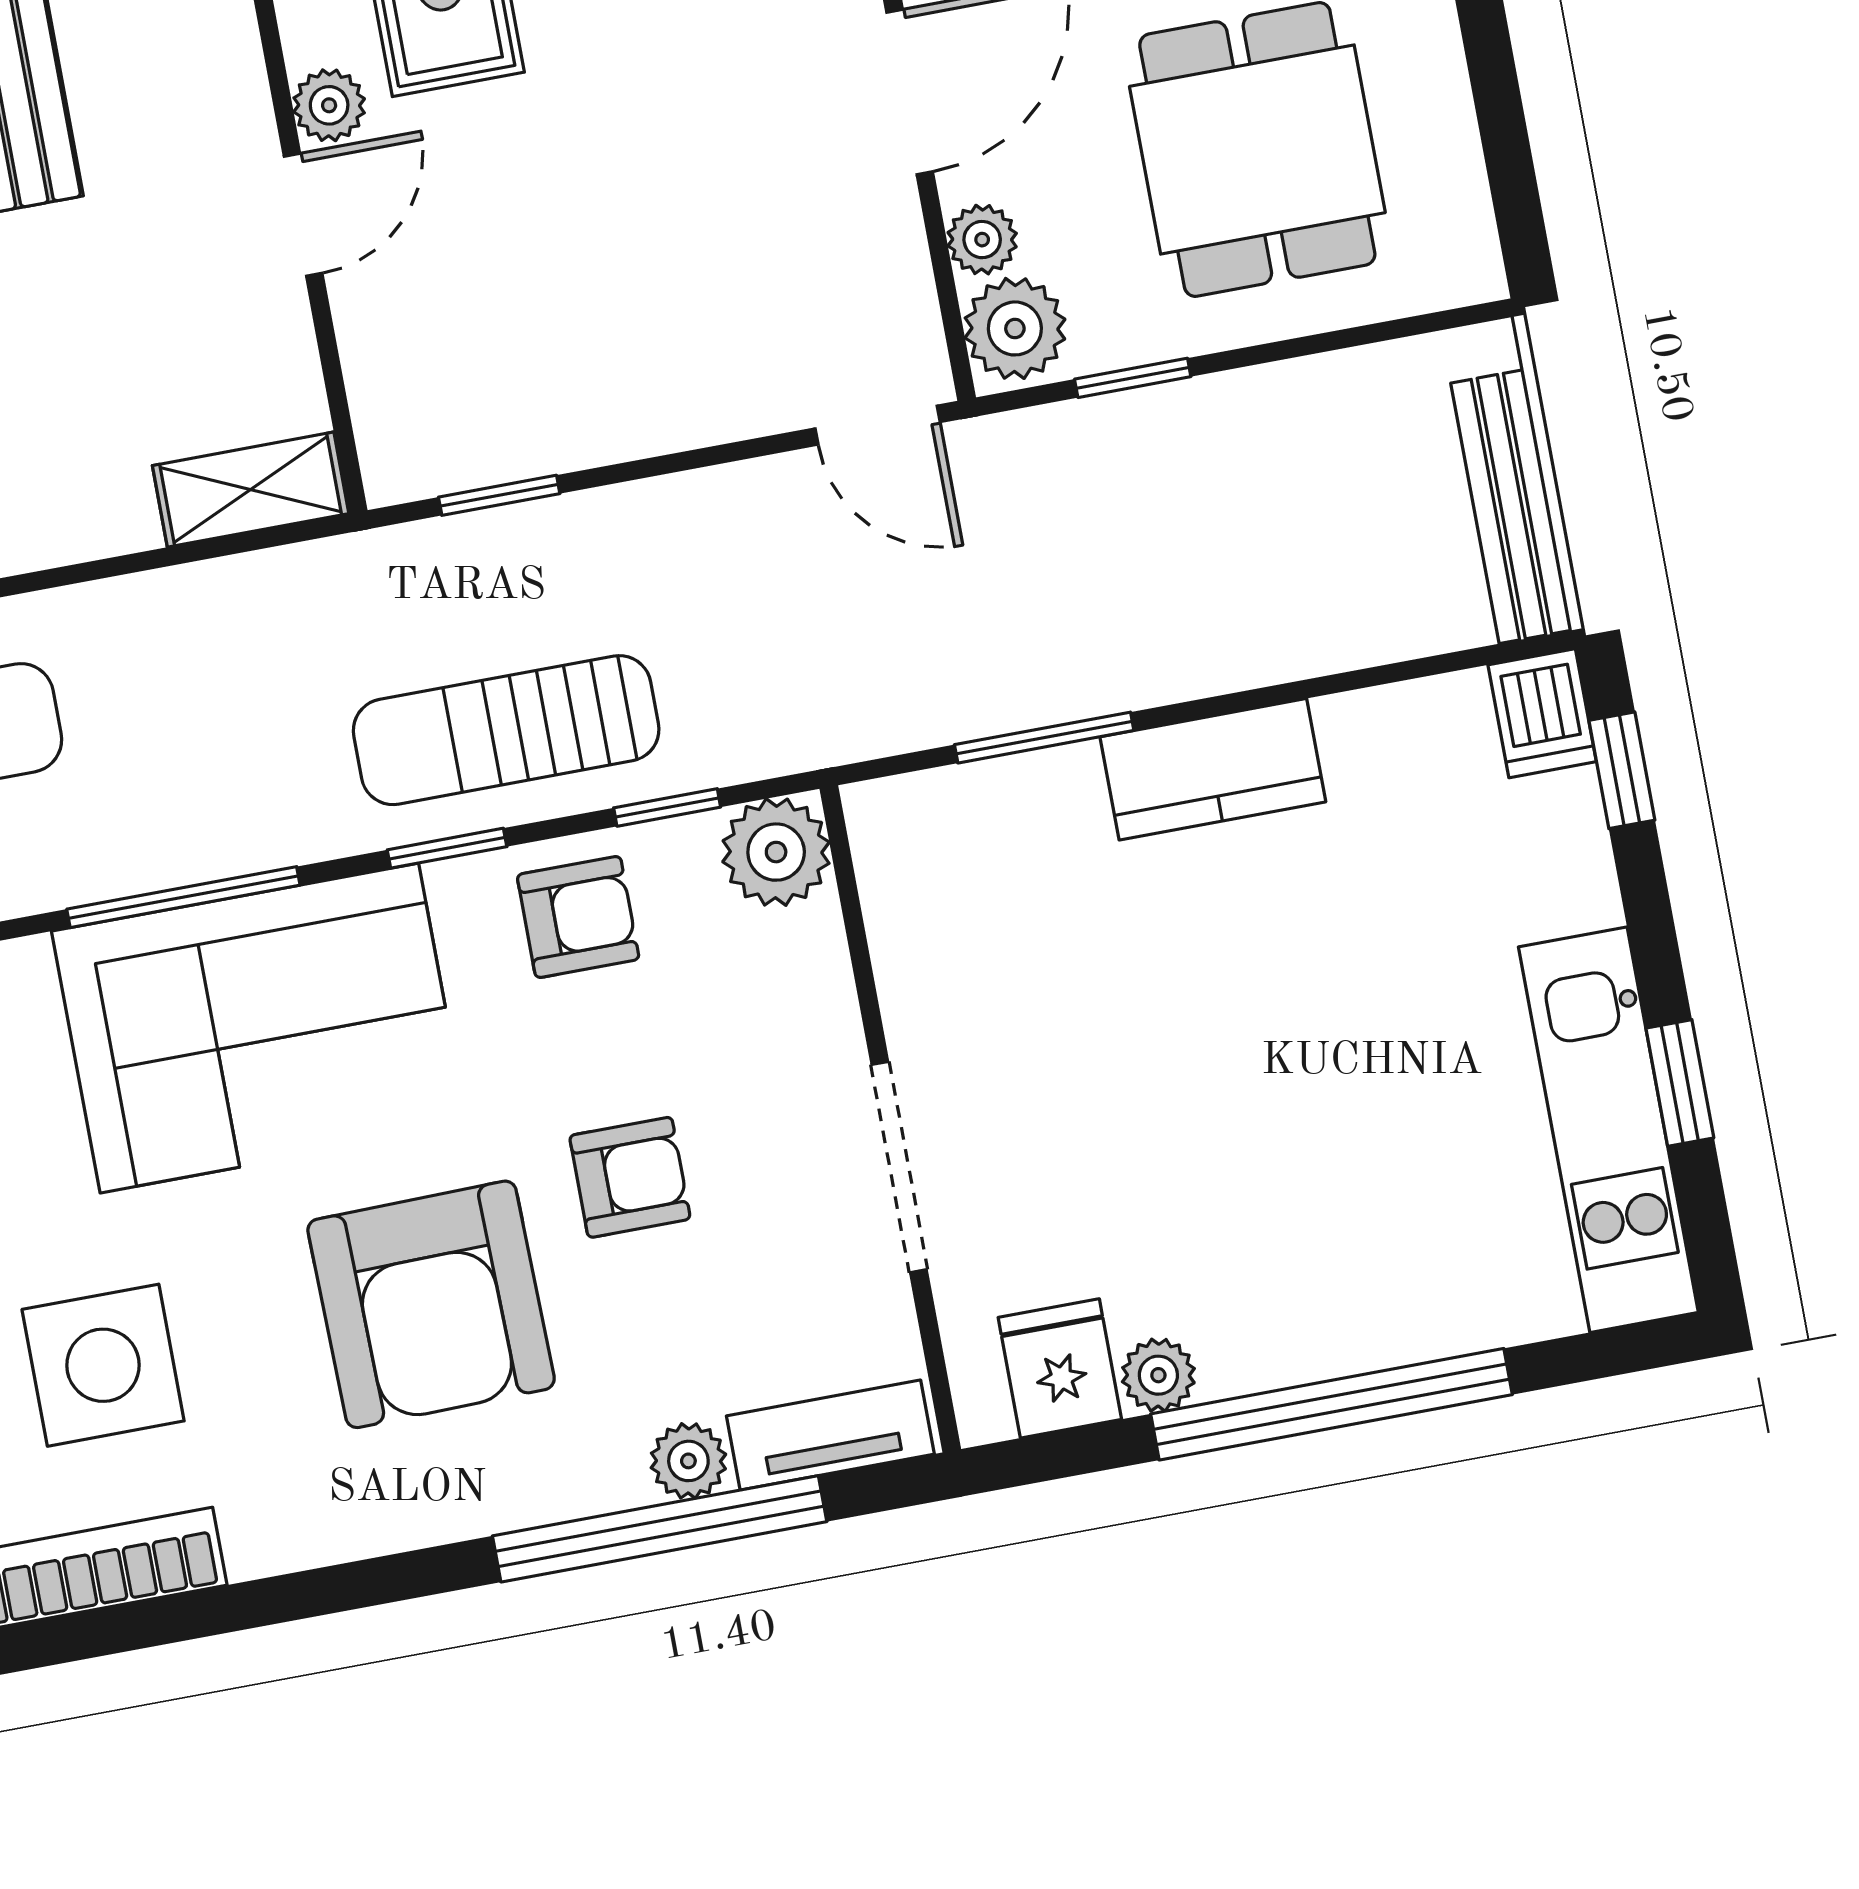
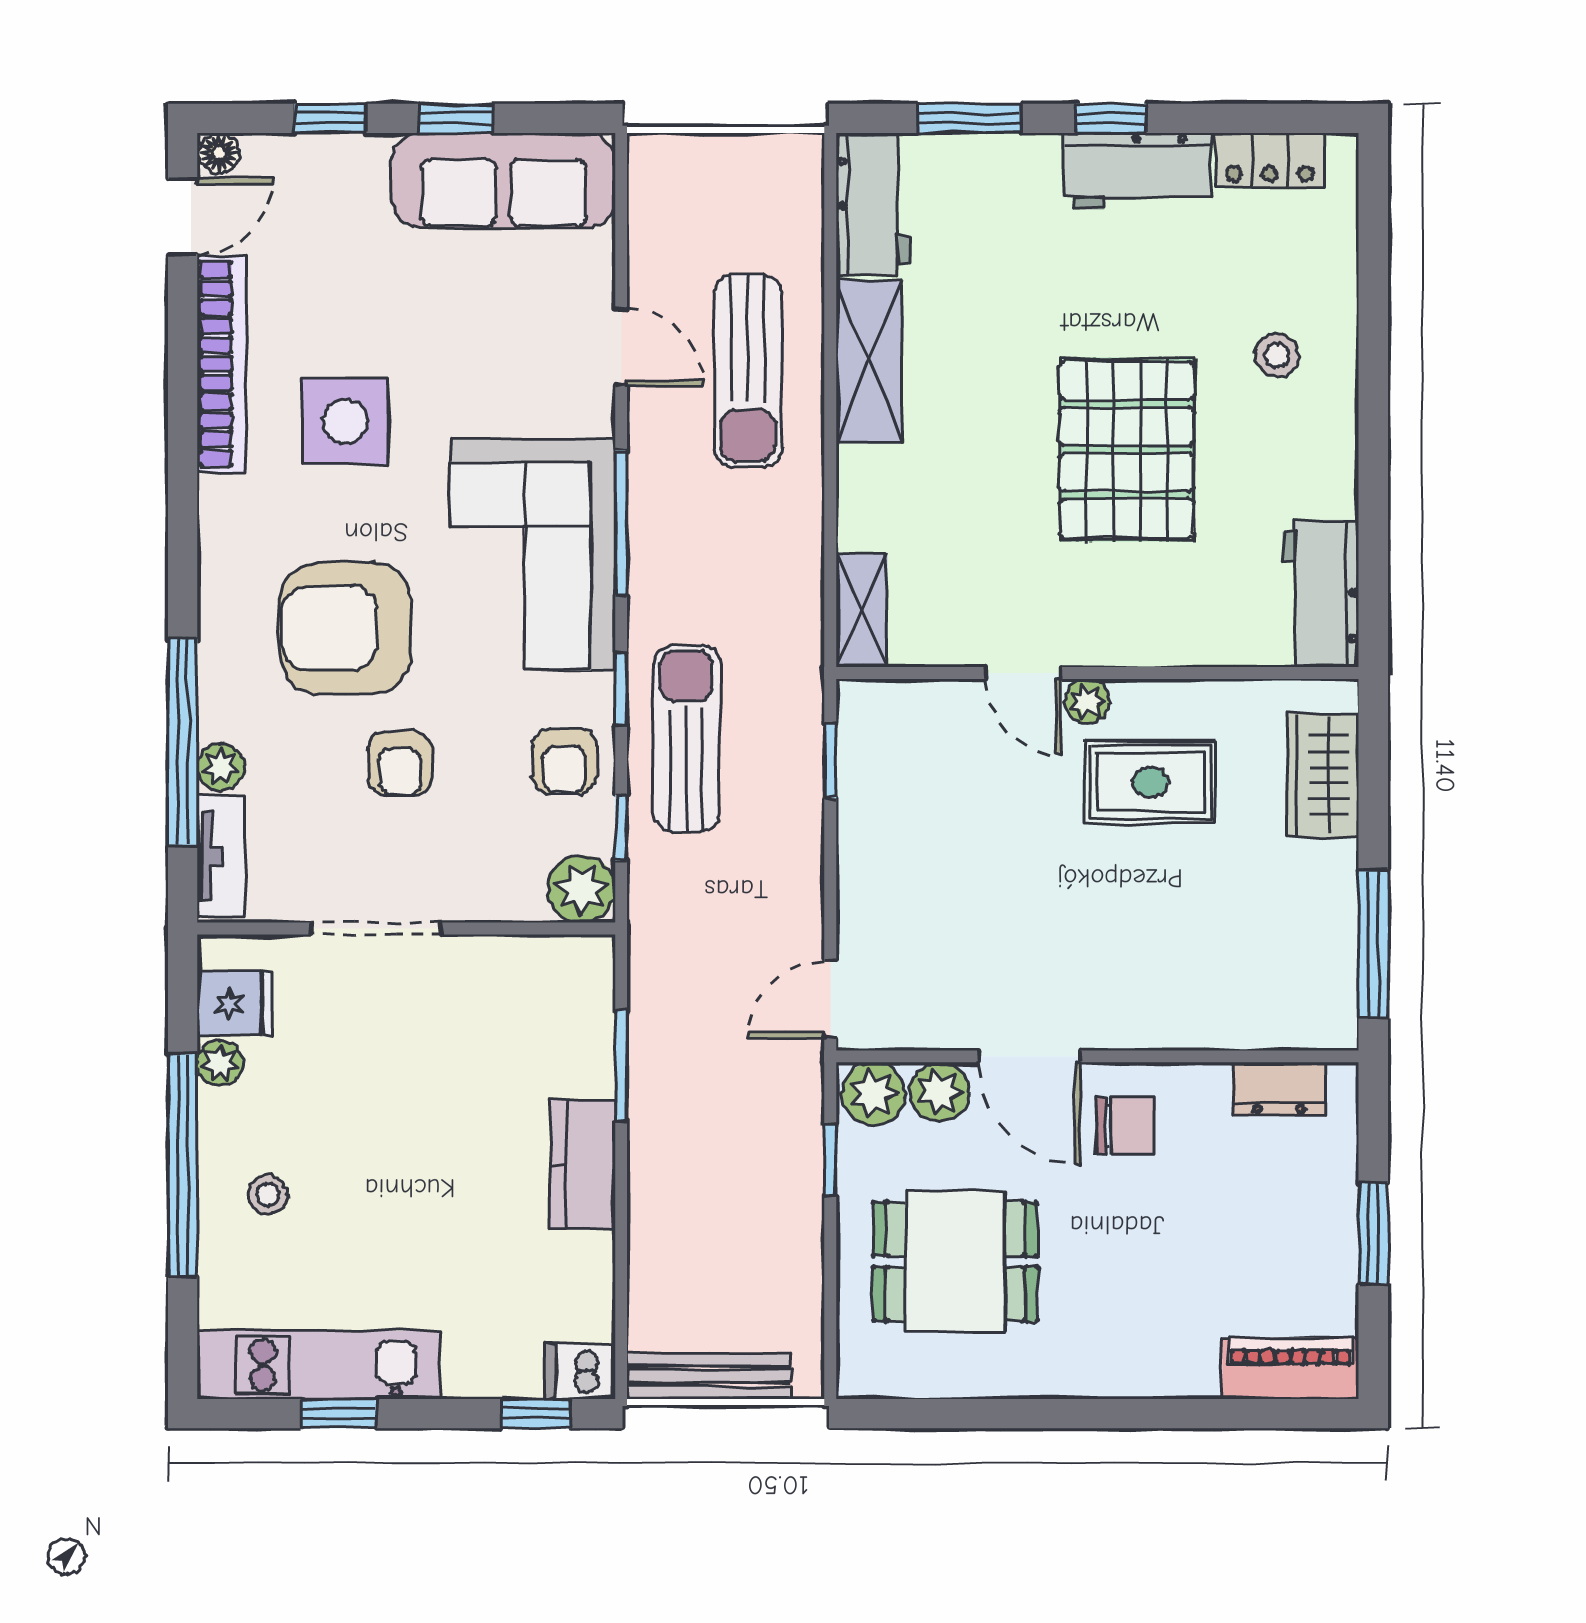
plant: (982, 240) -> (940, 1092), width x1.38, depth x1.38
stool: (1353, 1260) -> (268, 1194), added

